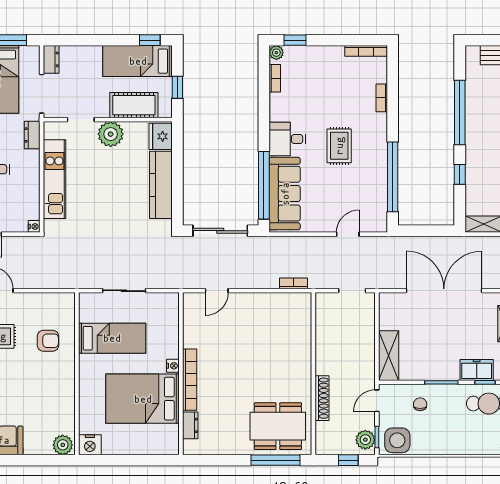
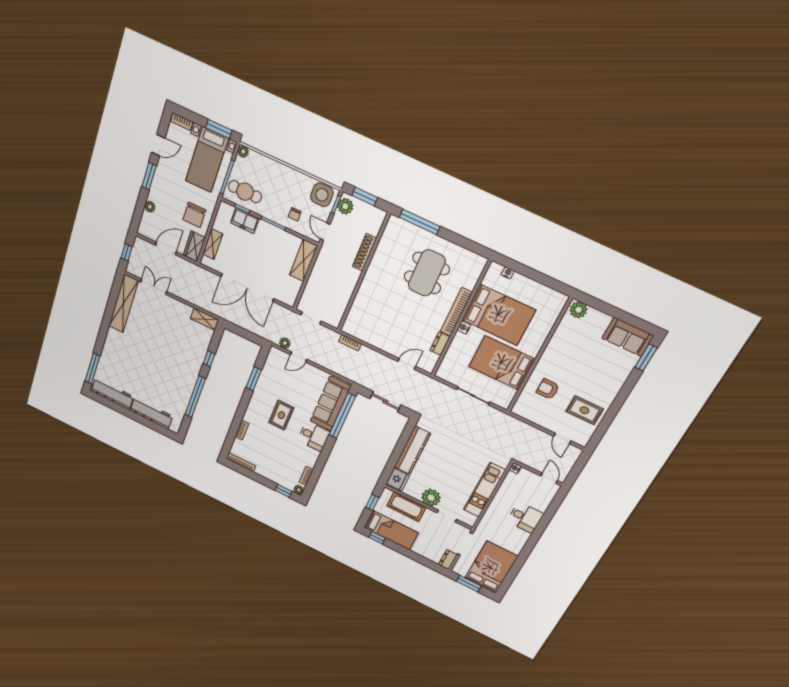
dresser: (32, 135) -> (485, 524), removed
window: (393, 177) -> (254, 379), width x0.47
sliding door: (220, 231) -> (385, 402), width x0.73
plant: (372, 244) -> (285, 343), added
bed: (112, 338) -> (502, 363), width x1.50
door: (377, 401) -> (325, 232), swing flipped
dresser: (190, 425) -> (440, 344), moved
dining table: (278, 426) -> (427, 273), moved, turned 90
nightstand: (90, 445) -> (508, 273), moved, width x0.53, depth x0.56
window: (348, 460) -> (365, 196), width x1.50

